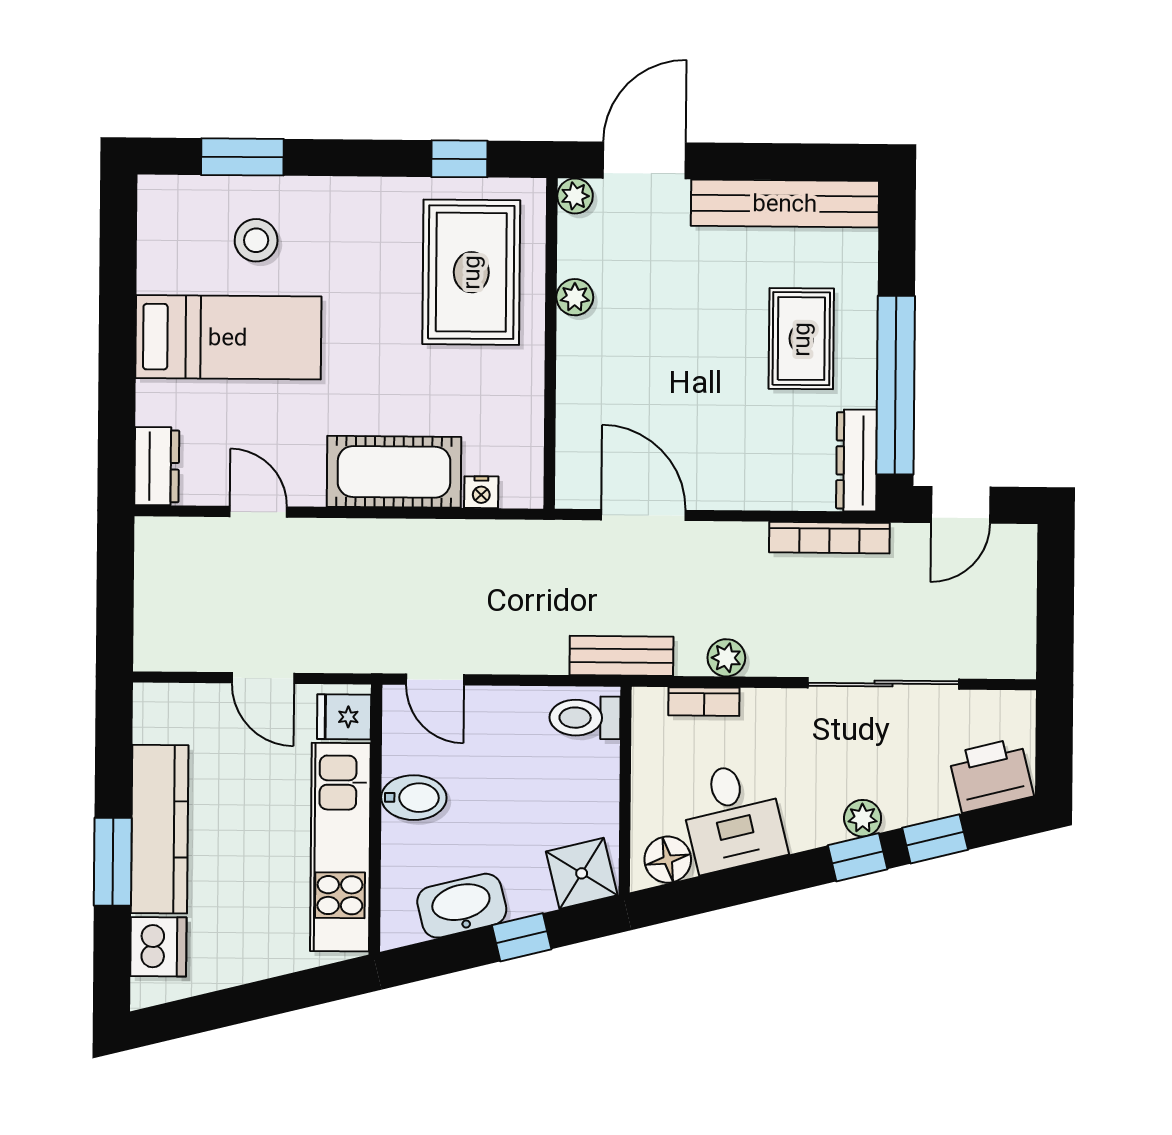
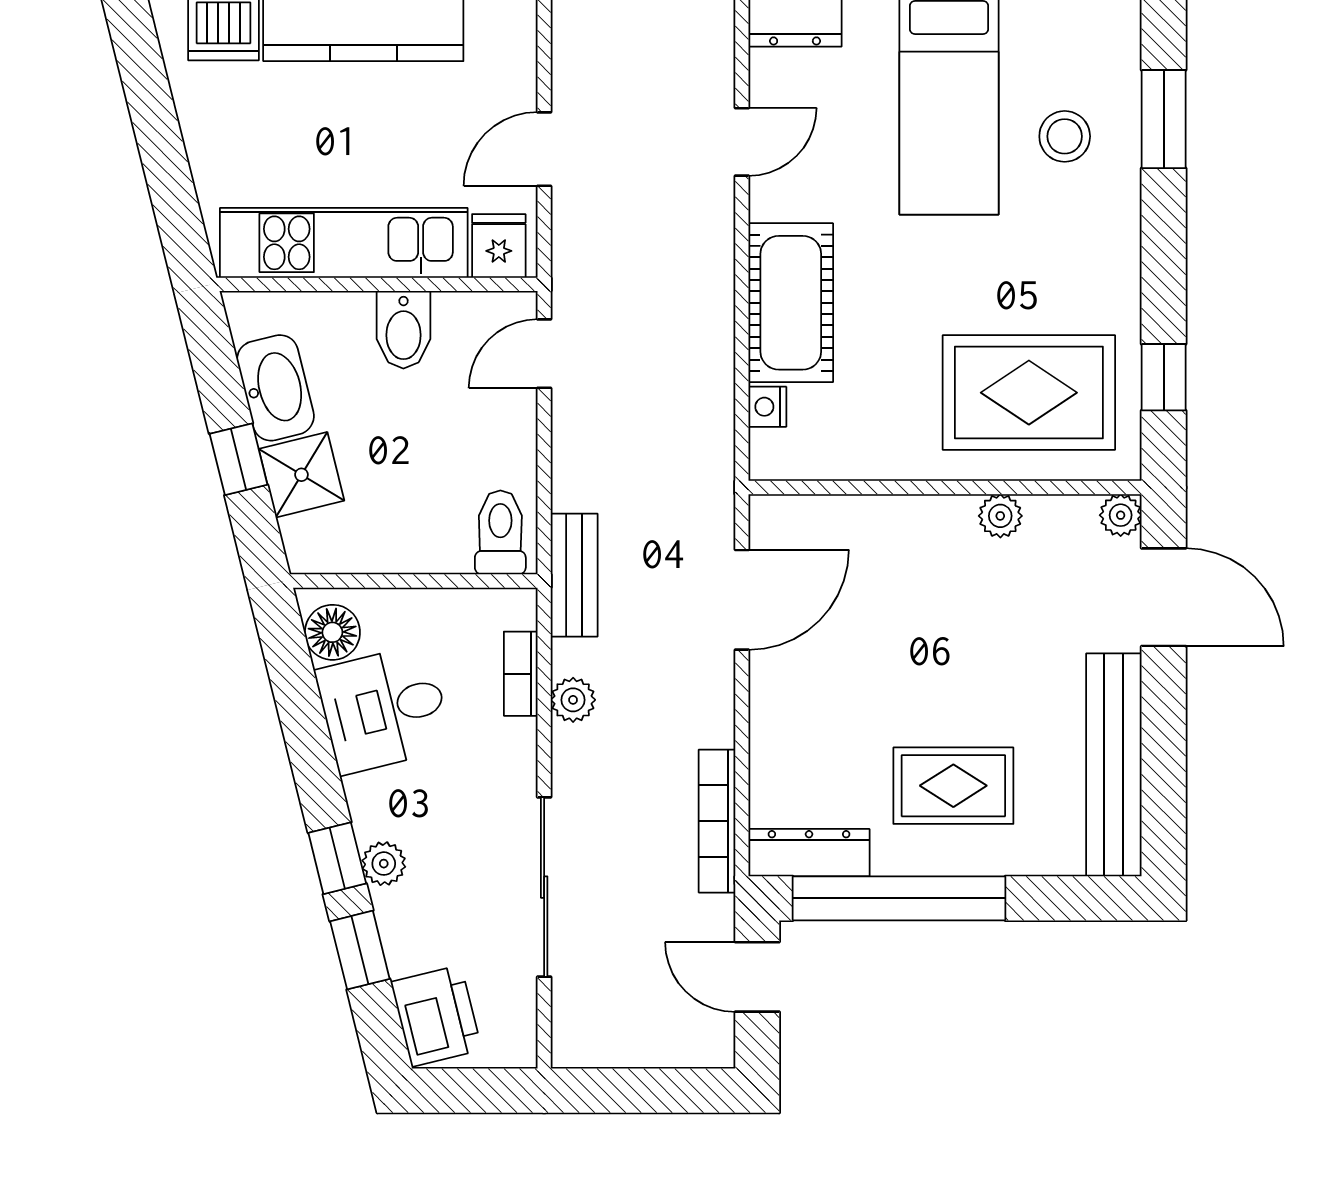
shower: (582, 873) -> (301, 475), moved

